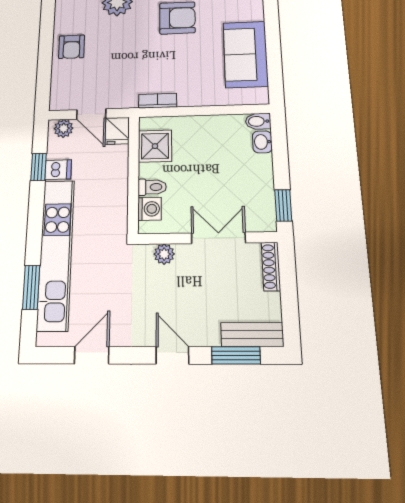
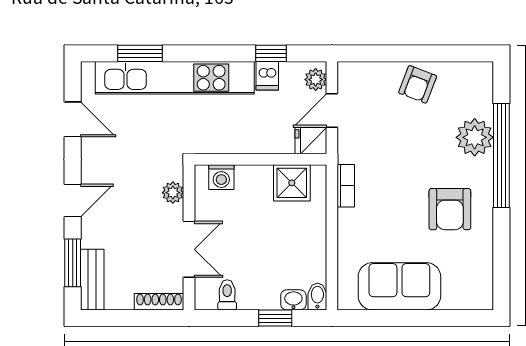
armchair: (72, 47) -> (418, 84), turned -69
toilet: (152, 187) -> (227, 295), moved, turned 180
window: (283, 205) -> (275, 318), moved

